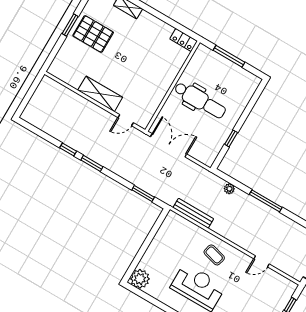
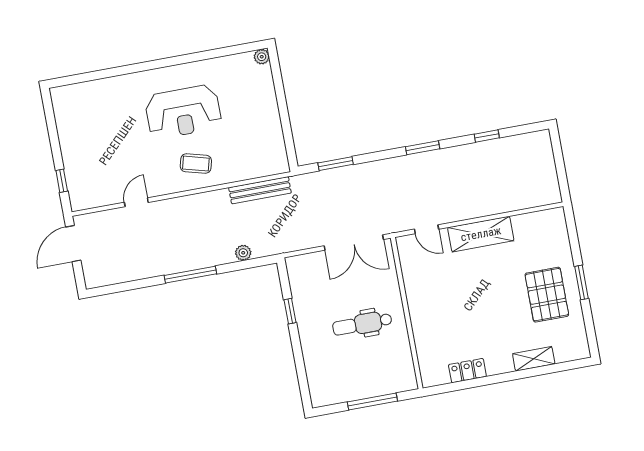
pallet: (93, 34) -> (547, 295), turned 90
locker: (184, 40) -> (467, 371), moved
dental chair: (200, 100) -> (362, 324), width x0.73, depth x0.72
door: (126, 120) -> (427, 229), swing flipped
window: (68, 149) -> (487, 136), moved
plant: (140, 279) -> (262, 57), width x0.53, depth x0.53

